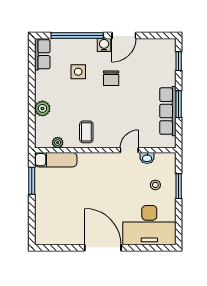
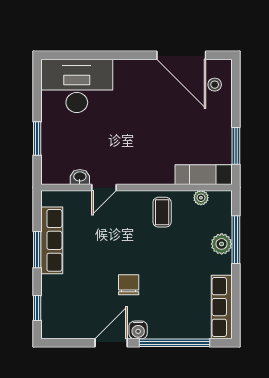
row of seats: (42, 54) -> (222, 307), width x1.48
side table: (78, 72) -> (173, 294), removed
window: (32, 112) -> (236, 240), added
stool: (155, 185) -> (215, 85), moved
door: (103, 248) -> (181, 55), moved

